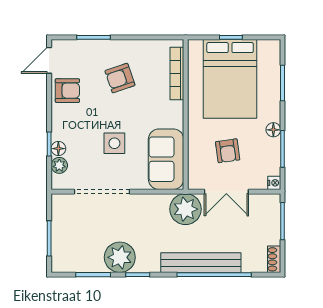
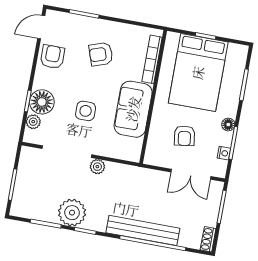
armchair: (67, 91) -> (52, 57), turned -90
floor lamp: (58, 149) -> (42, 102), width x1.89, depth x1.89
sofa: (166, 159) -> (133, 109), moved
nightstand: (274, 183) -> (224, 153), moved
double door: (226, 192) -> (191, 174), moved
plant: (186, 209) -> (97, 167), moved, width x0.53, depth x0.53

